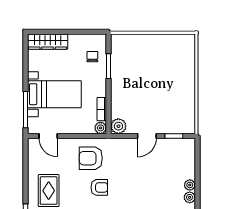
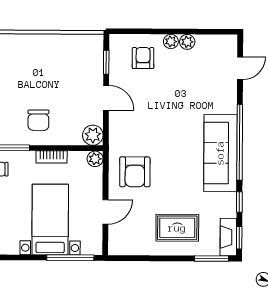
chair: (130, 85) -> (38, 120), added
bookcase: (102, 109) -> (52, 157), moved
door: (48, 136) -> (105, 212), moved
armchair: (99, 187) -> (143, 58), moved

